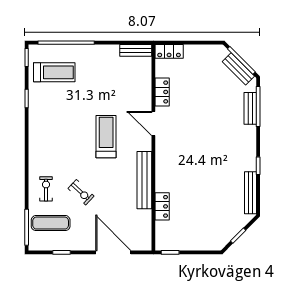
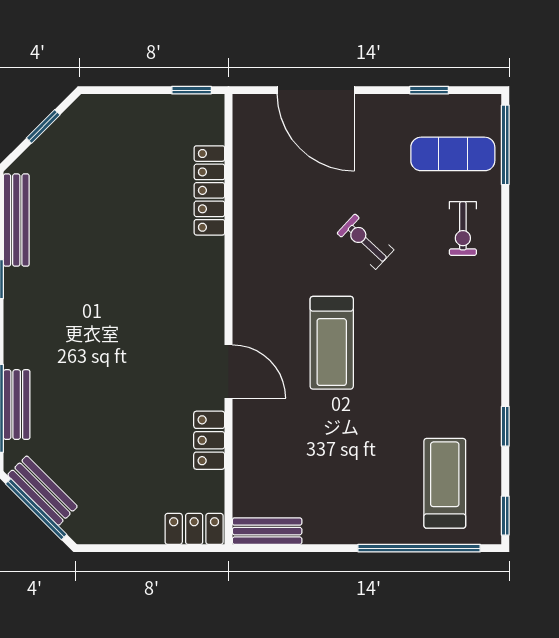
treadmill: (54, 72) -> (445, 483), turned 90
bench: (144, 180) -> (248, 248), removed
exercise bike: (81, 192) -> (365, 242), moved
locker: (162, 206) -> (209, 190), width x1.53

